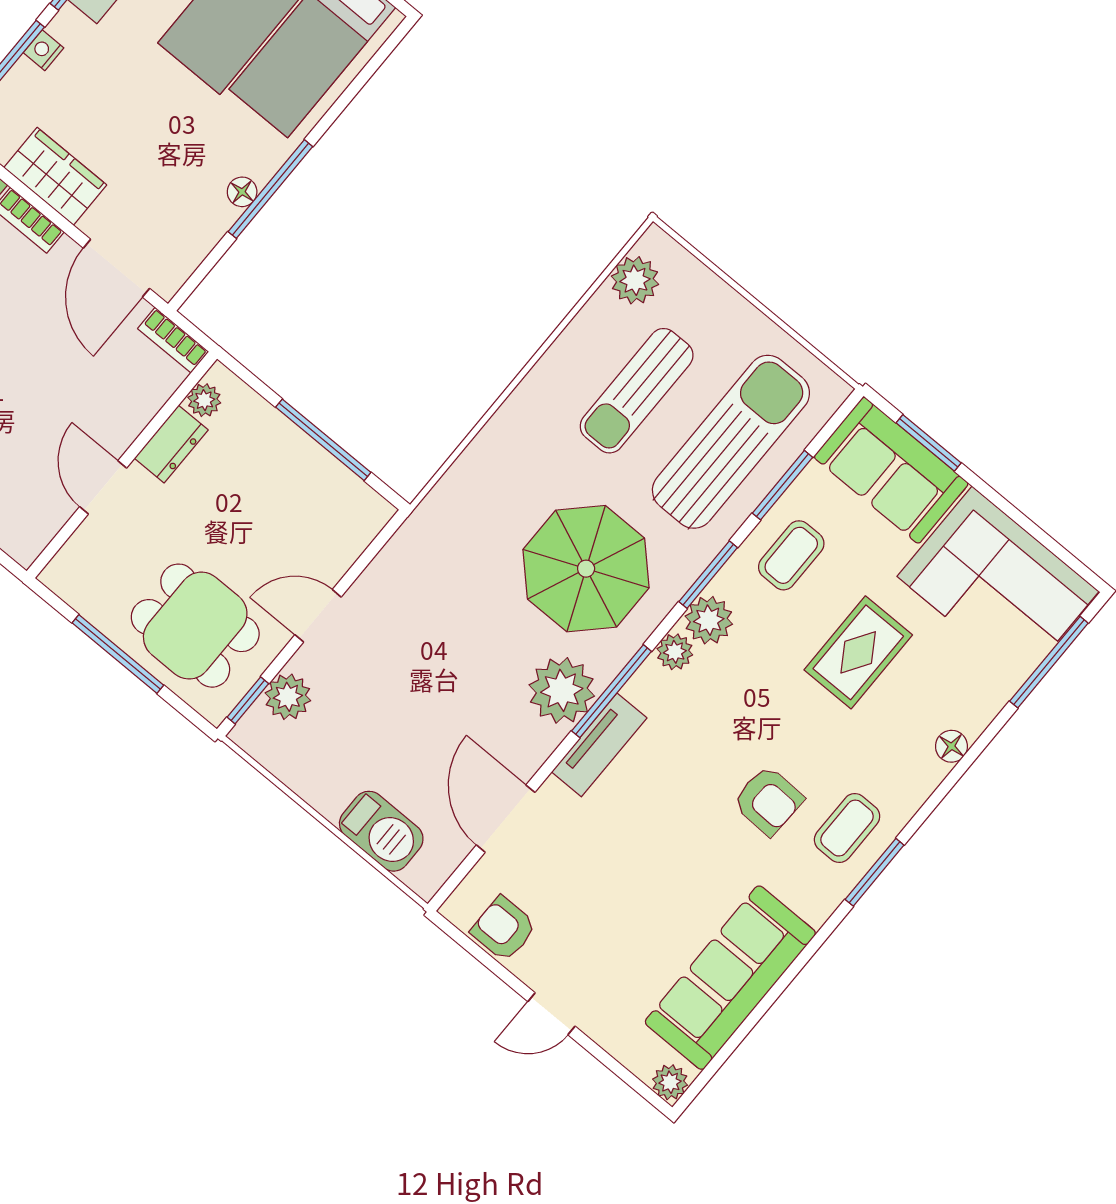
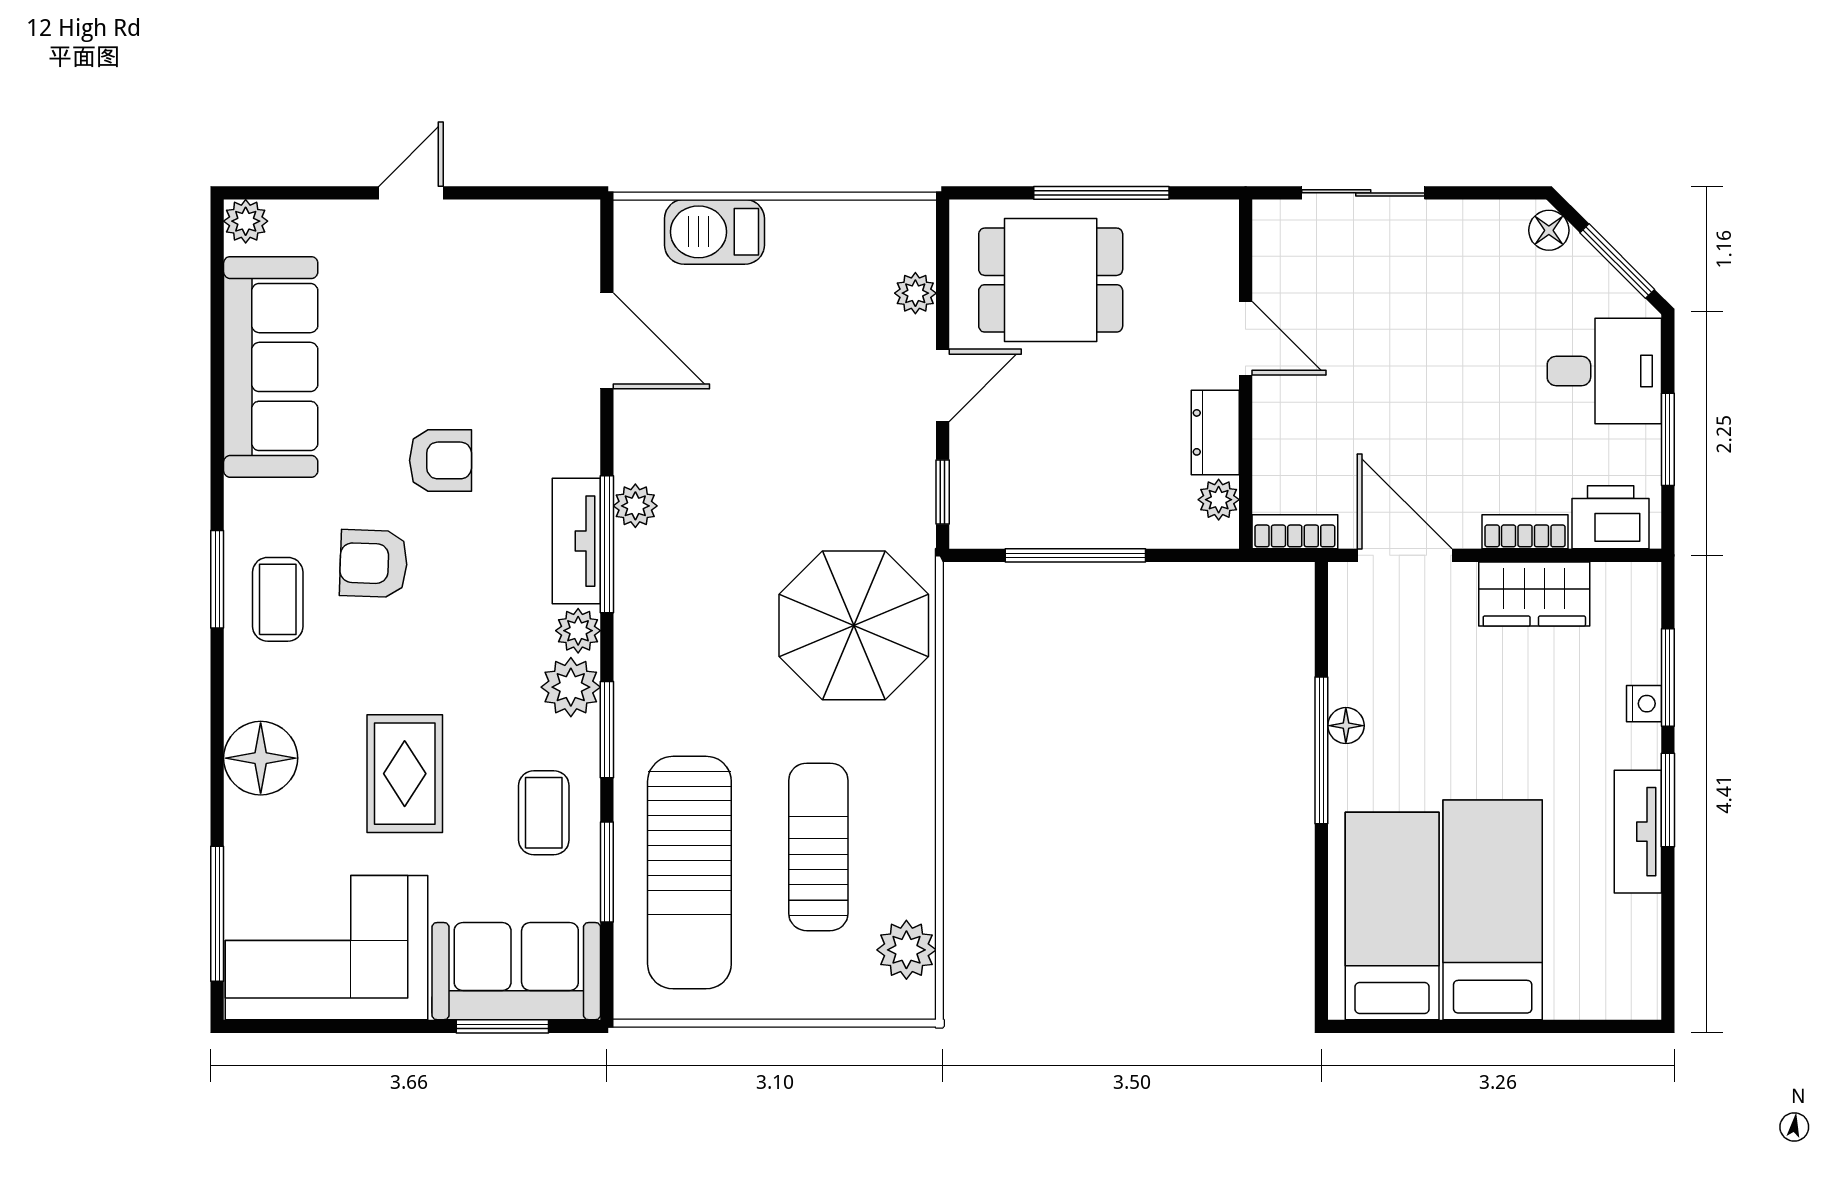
parasol: (586, 569) -> (854, 625), moved
plant: (562, 690) -> (635, 506), width x0.53, depth x0.53
plant: (288, 697) -> (915, 293), width x0.73, depth x0.73
window: (248, 700) -> (943, 492), moved
tv unit: (599, 745) -> (576, 541), moved
floor lamp: (951, 746) -> (261, 758), width x1.89, depth x1.89
armchair: (504, 929) -> (440, 460), moved

